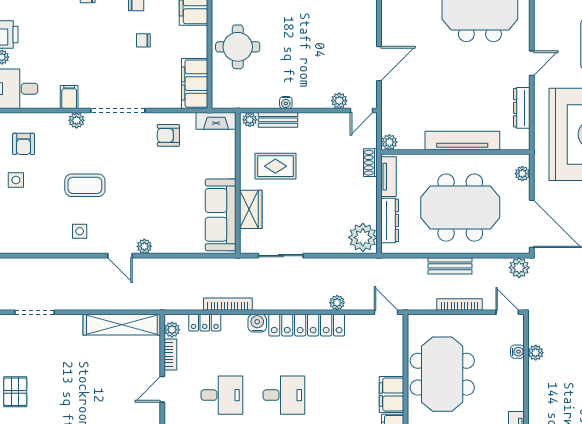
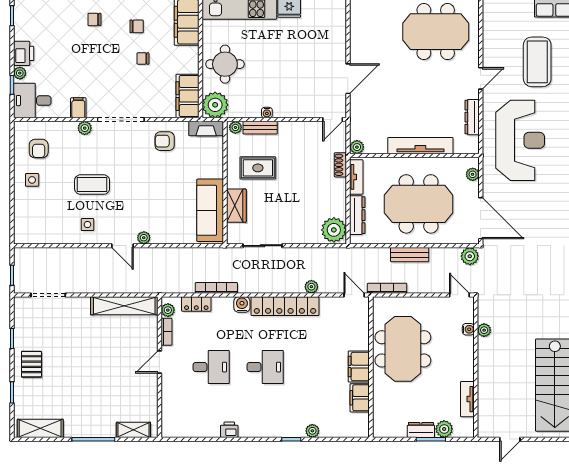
plant: (339, 101) -> (215, 105), moved, width x1.88, depth x1.88
bookcase: (460, 304) -> (387, 288), moved

